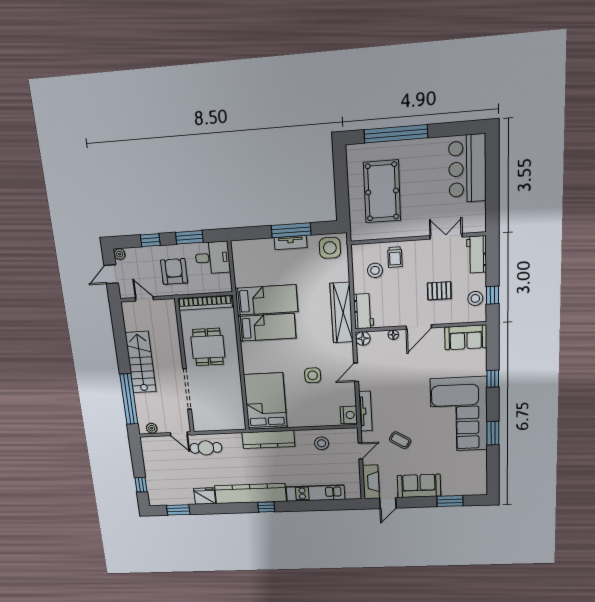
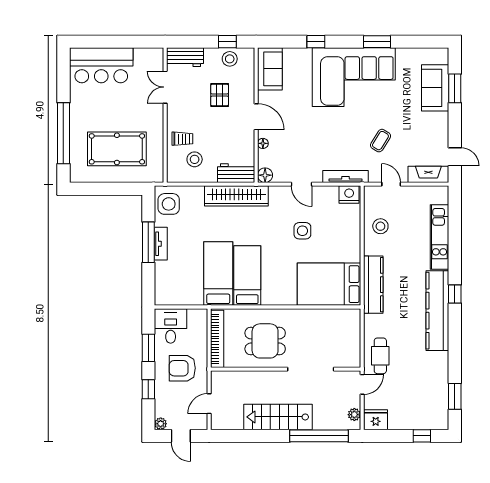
sofa: (419, 486) -> (435, 88), moved
fridge: (205, 496) -> (376, 420), moved, turned 90

